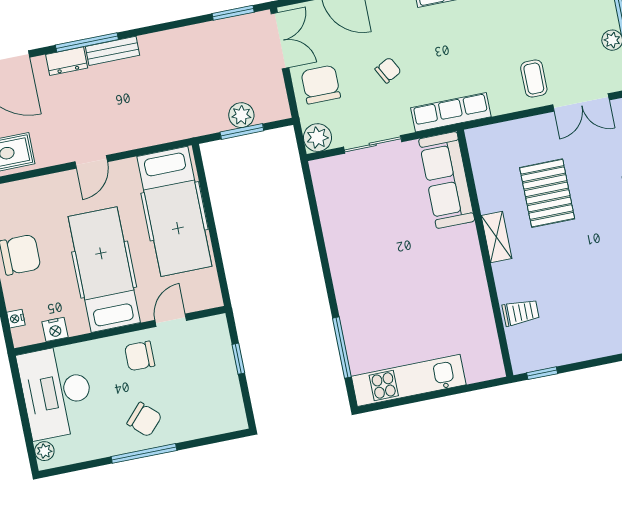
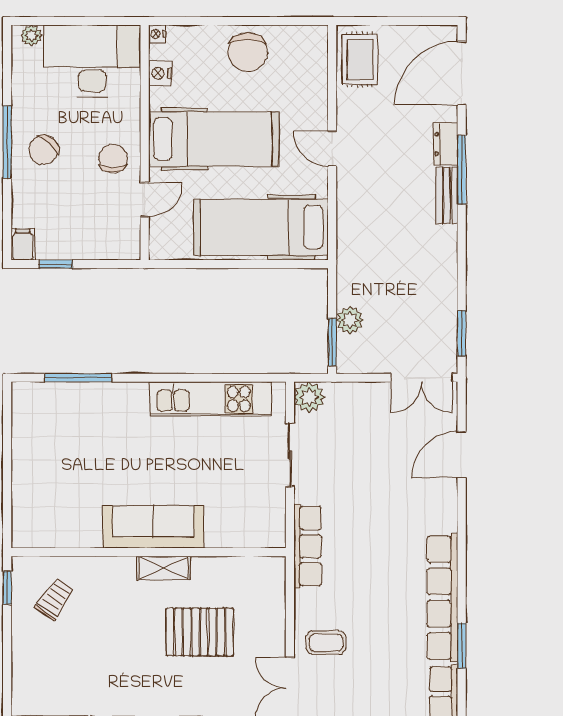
chair: (388, 70) -> (366, 488), removed
chair: (321, 85) -> (366, 412), removed
window: (242, 131) -> (332, 342), moved
sofa: (447, 180) -> (153, 527), moved
trolley: (521, 312) -> (55, 599), moved, turned -146
nightstand: (16, 319) -> (157, 34), moved, turned -90
door: (171, 320) -> (145, 200), hinge flipped
window: (238, 359) -> (56, 264), moved
kitchen unit: (409, 380) -> (211, 399), moved, turned 90
filing cabinet: (233, 421) -> (23, 245), added

